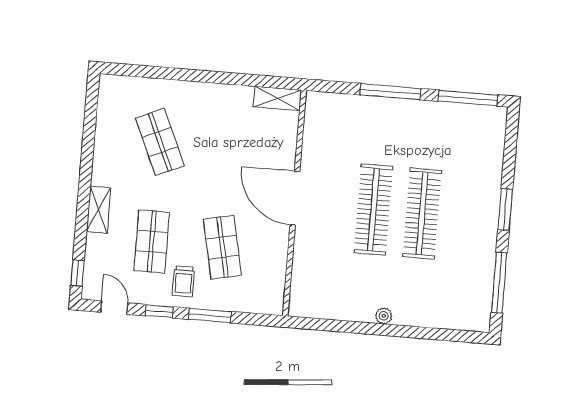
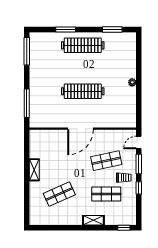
window: (390, 92) -> (27, 103), moved
shelving: (277, 98) -> (34, 170), moved
window: (505, 209) -> (66, 29), moved
clothes rail: (422, 214) -> (83, 45), moved
window: (499, 283) -> (112, 29), width x0.69
door: (114, 308) -> (139, 142), moved

